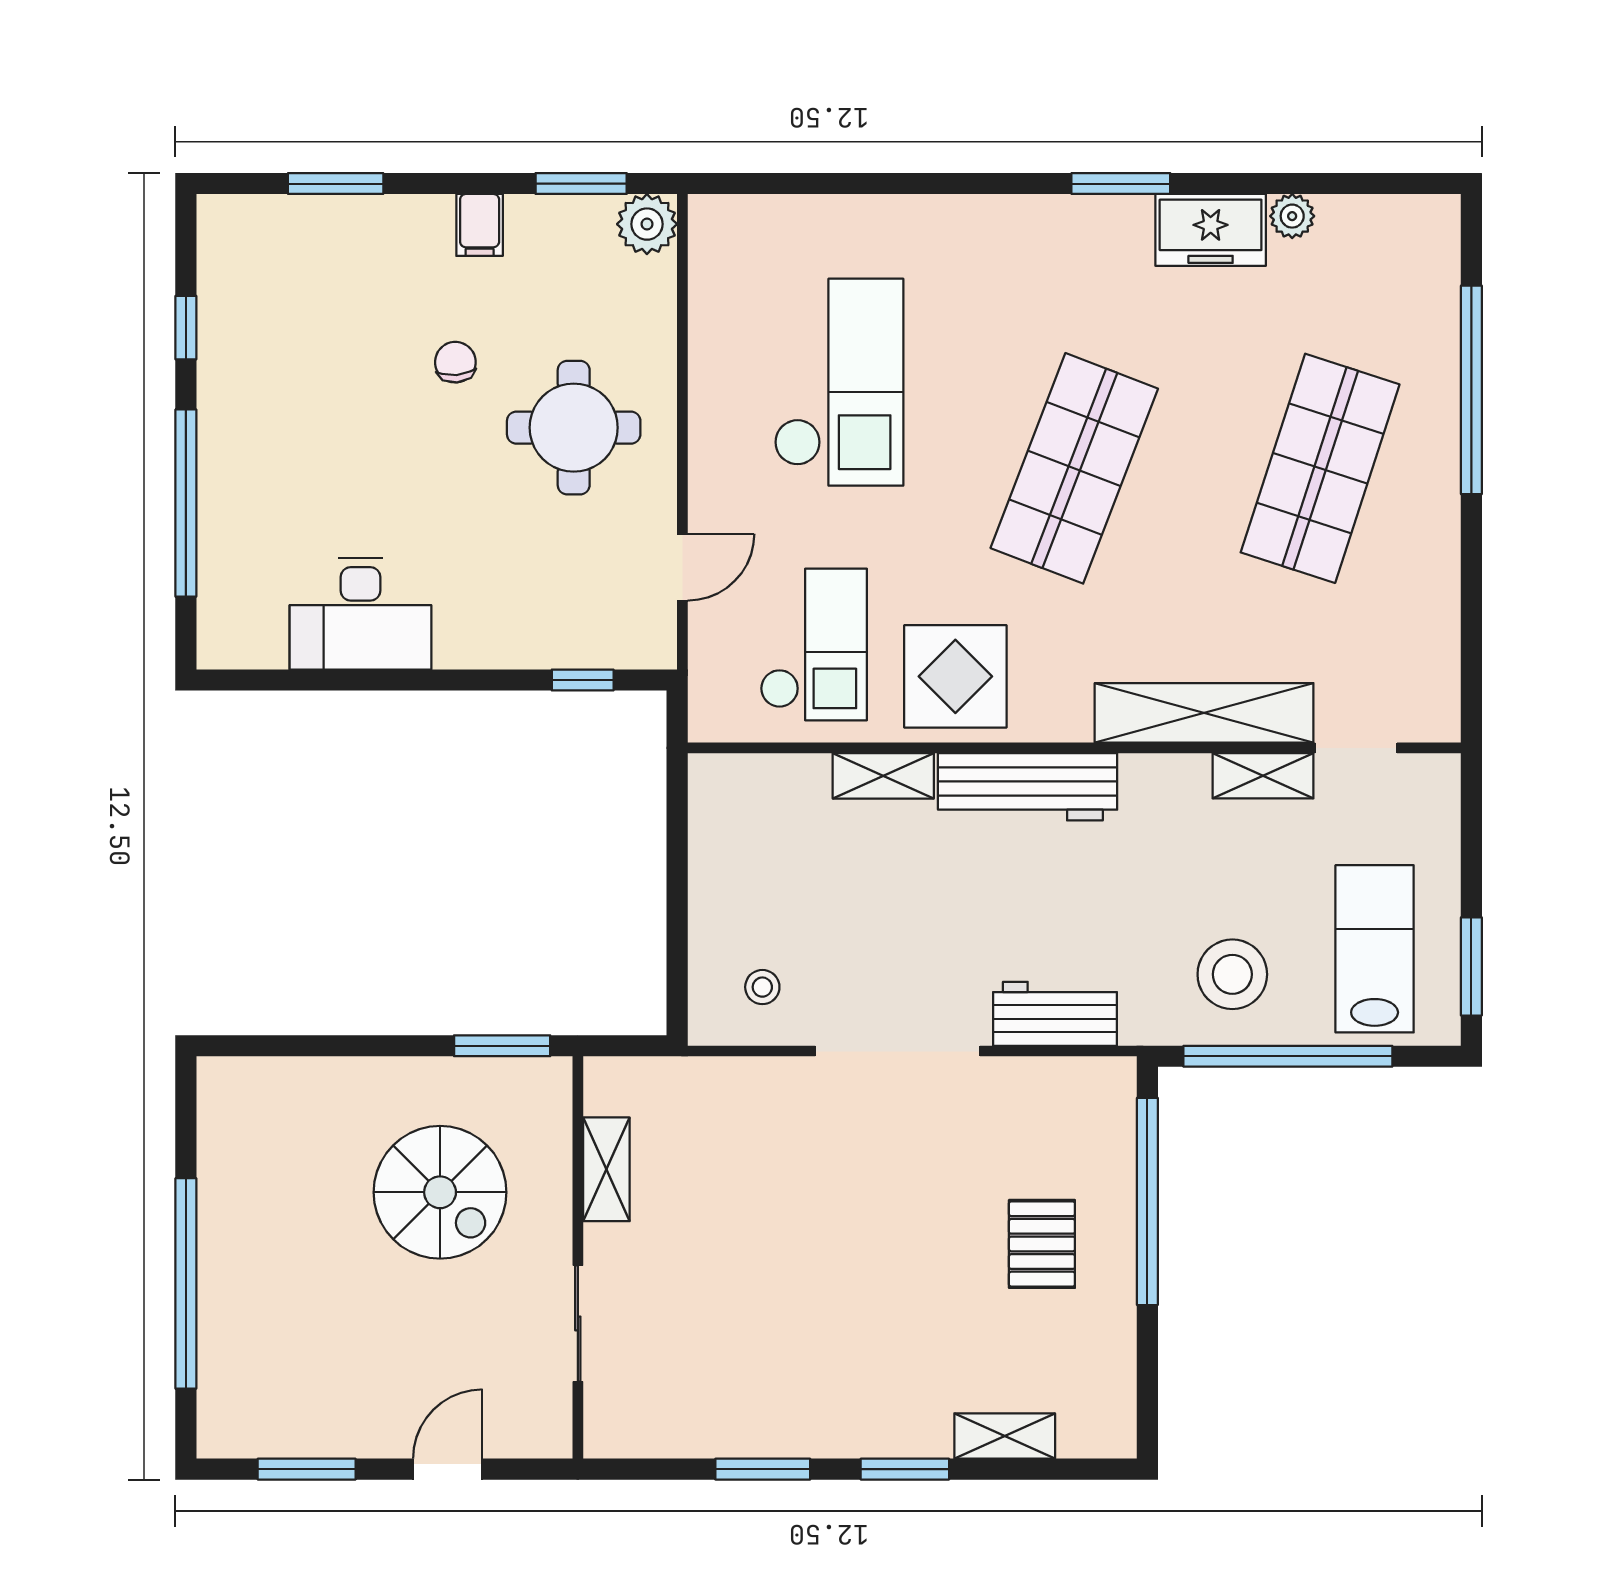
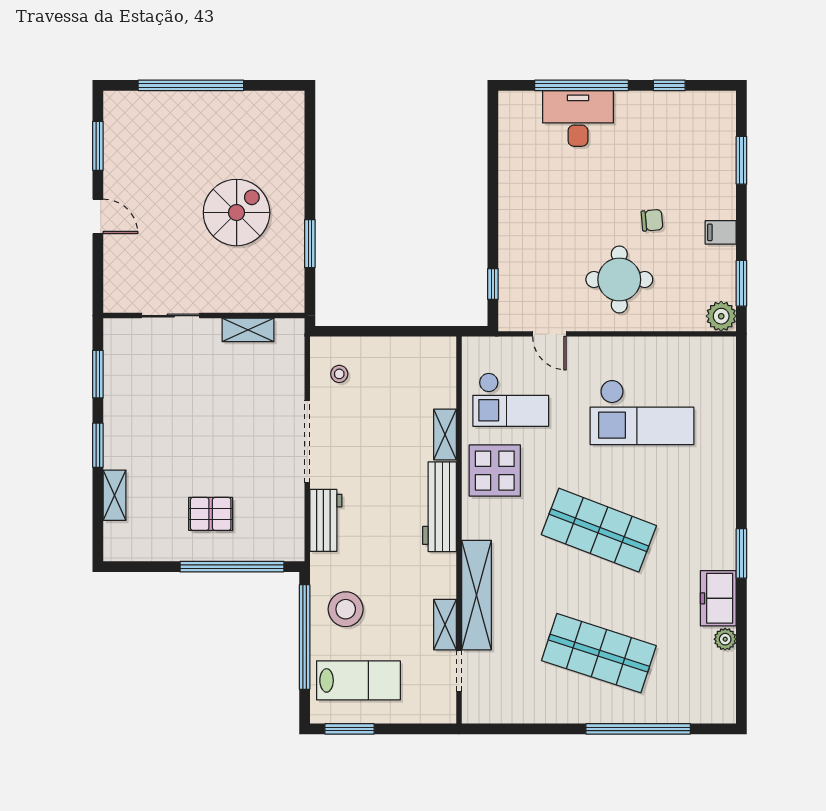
desk: (360, 614) -> (578, 118), moved, turned 90
shelving: (606, 1169) -> (248, 330), moved
spiral stairs: (440, 1192) -> (237, 213), turned 180
wall: (578, 1257) -> (204, 316), moved
sliding door: (578, 1323) -> (171, 316), moved

